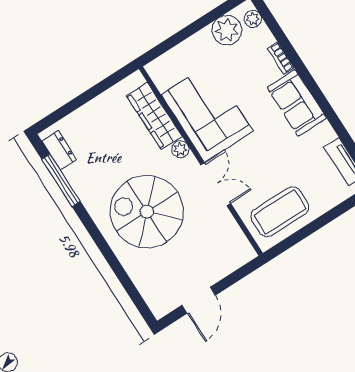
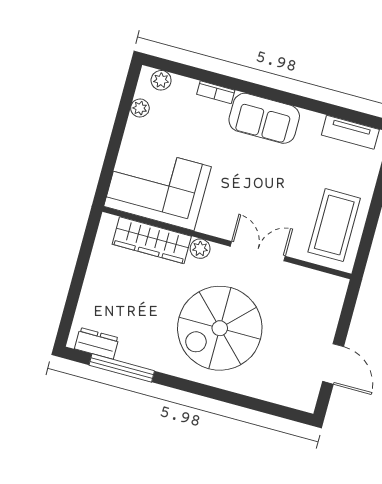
plant: (227, 30) -> (140, 108), width x0.53, depth x0.53
corner sofa: (207, 113) -> (158, 186), moved

